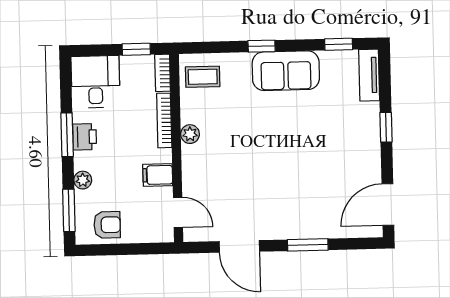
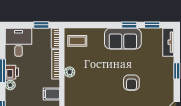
window: (262, 46) -> (129, 25), moved
armchair: (304, 151) -> (131, 83), added
plant: (83, 180) -> (10, 85), moved

